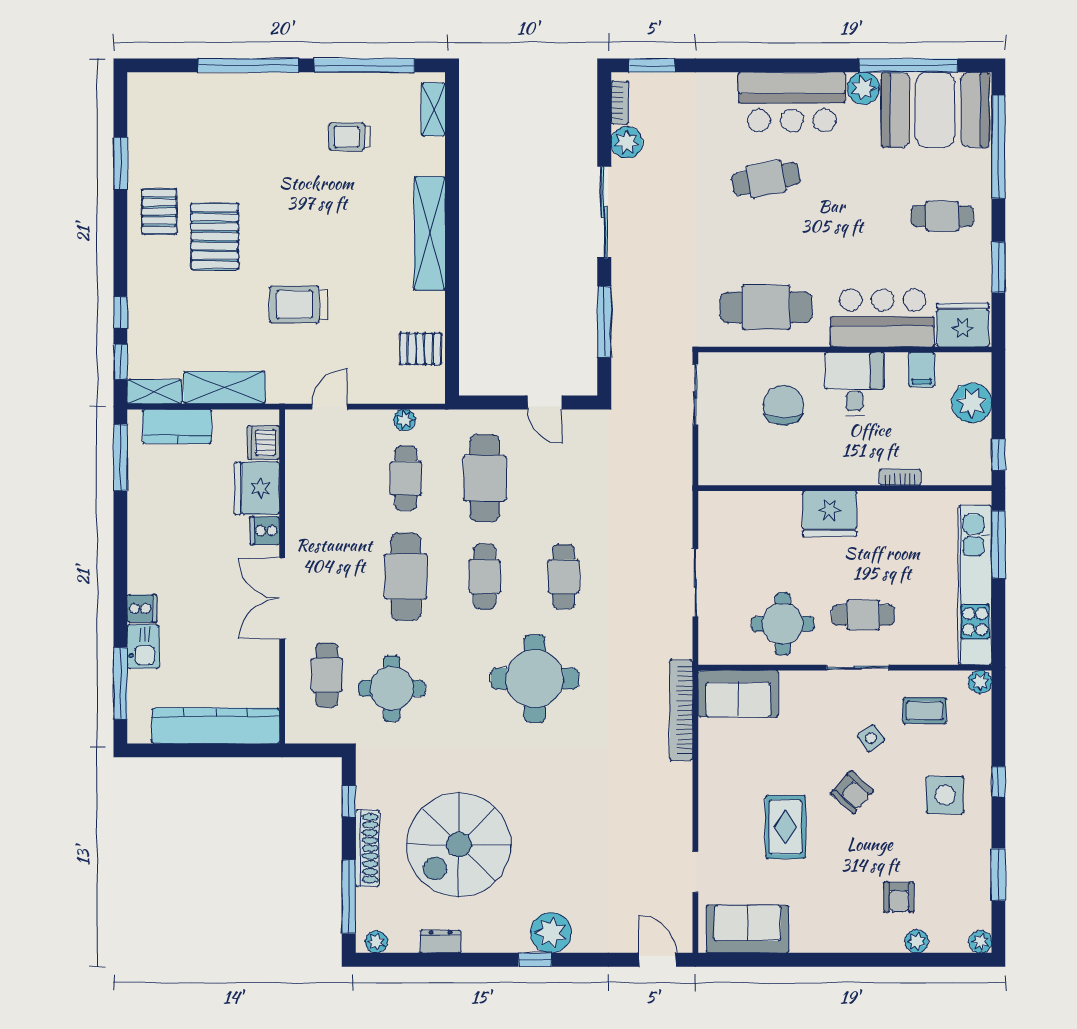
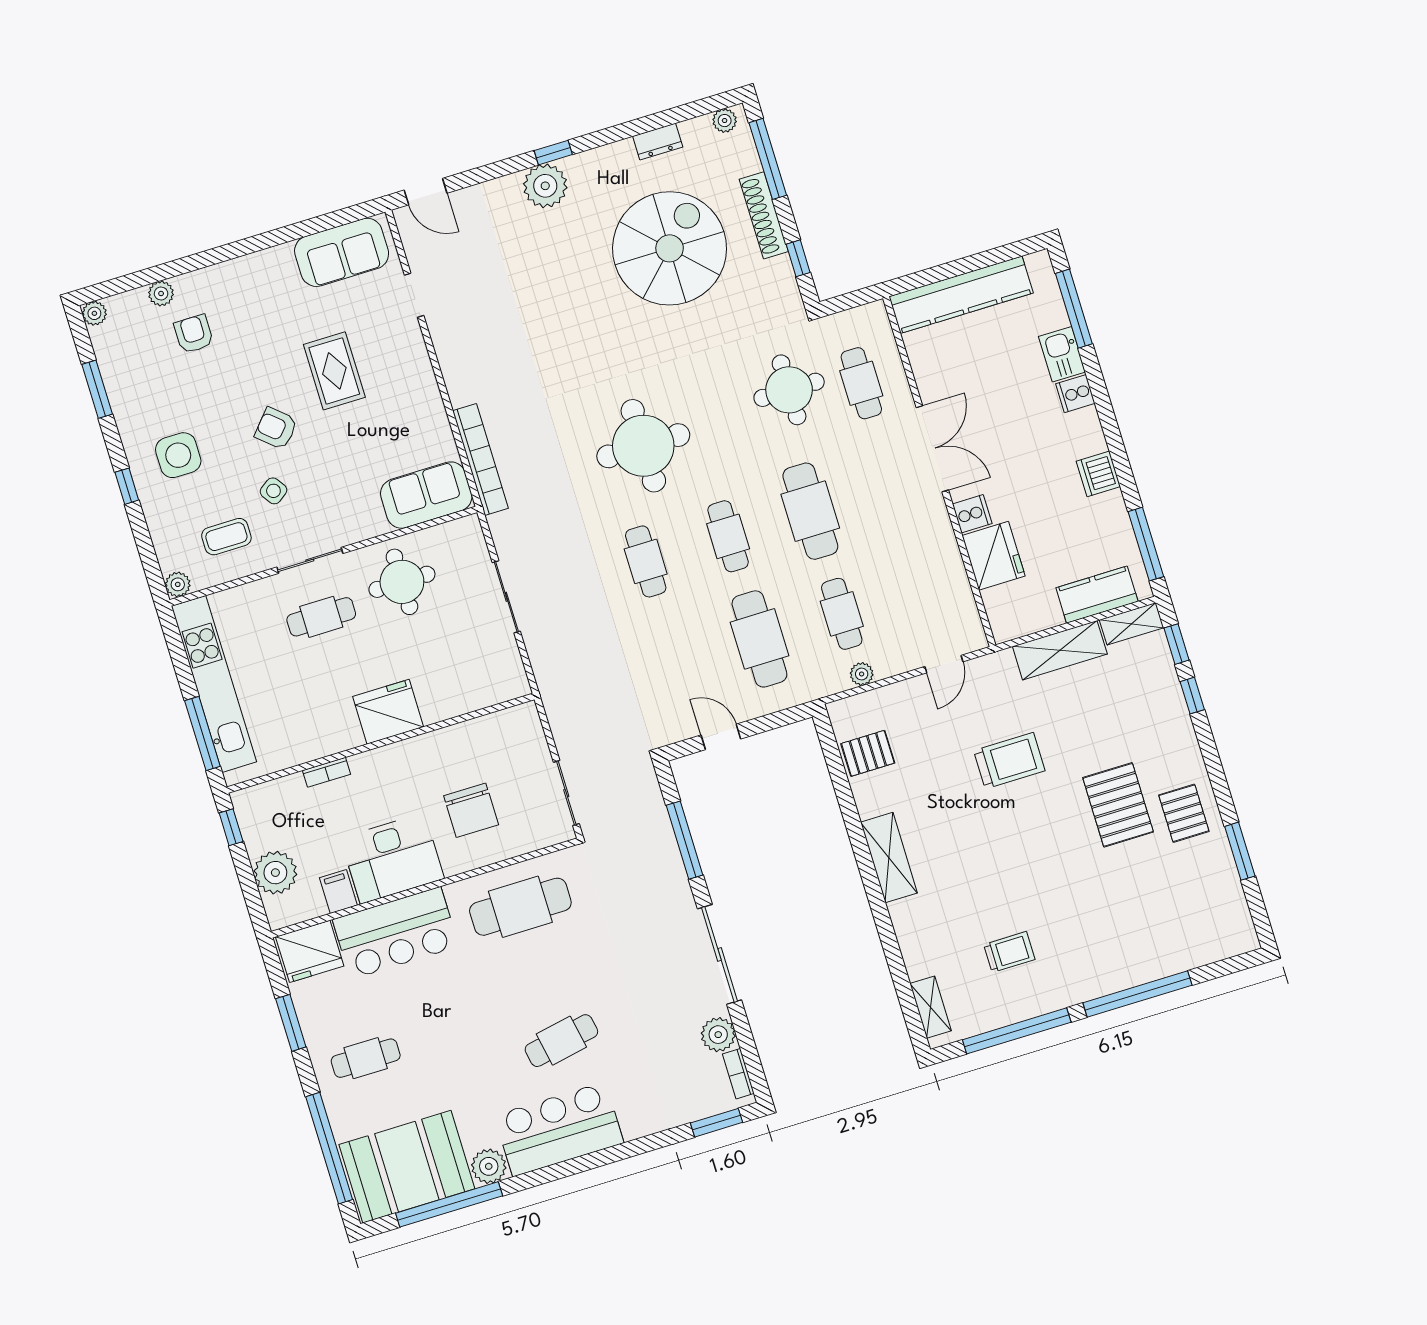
shelving: (430, 234) -> (889, 858), width x0.68
desk: (854, 384) -> (392, 858), width x1.37
dishwasher: (263, 443) -> (1098, 474), moved, turned 180

